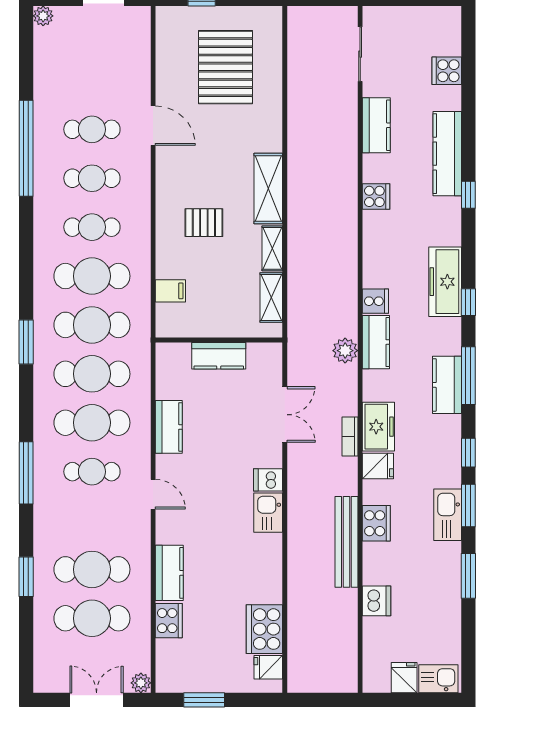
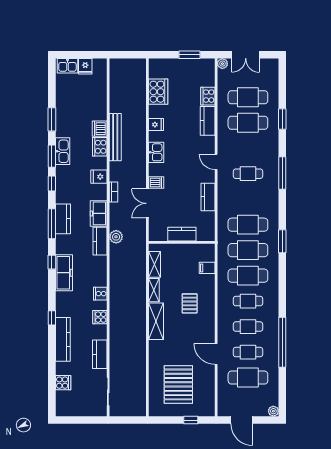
pallet: (204, 223) -> (190, 303), turned 90
cooker: (375, 301) -> (100, 294), moved
cafe table: (92, 423) -> (248, 378), moved
freezer: (378, 427) -> (99, 213), moved
dishwasher: (268, 480) -> (156, 183), moved
dishwasher: (377, 601) -> (100, 129), moved
fridge: (268, 667) -> (156, 125), moved

